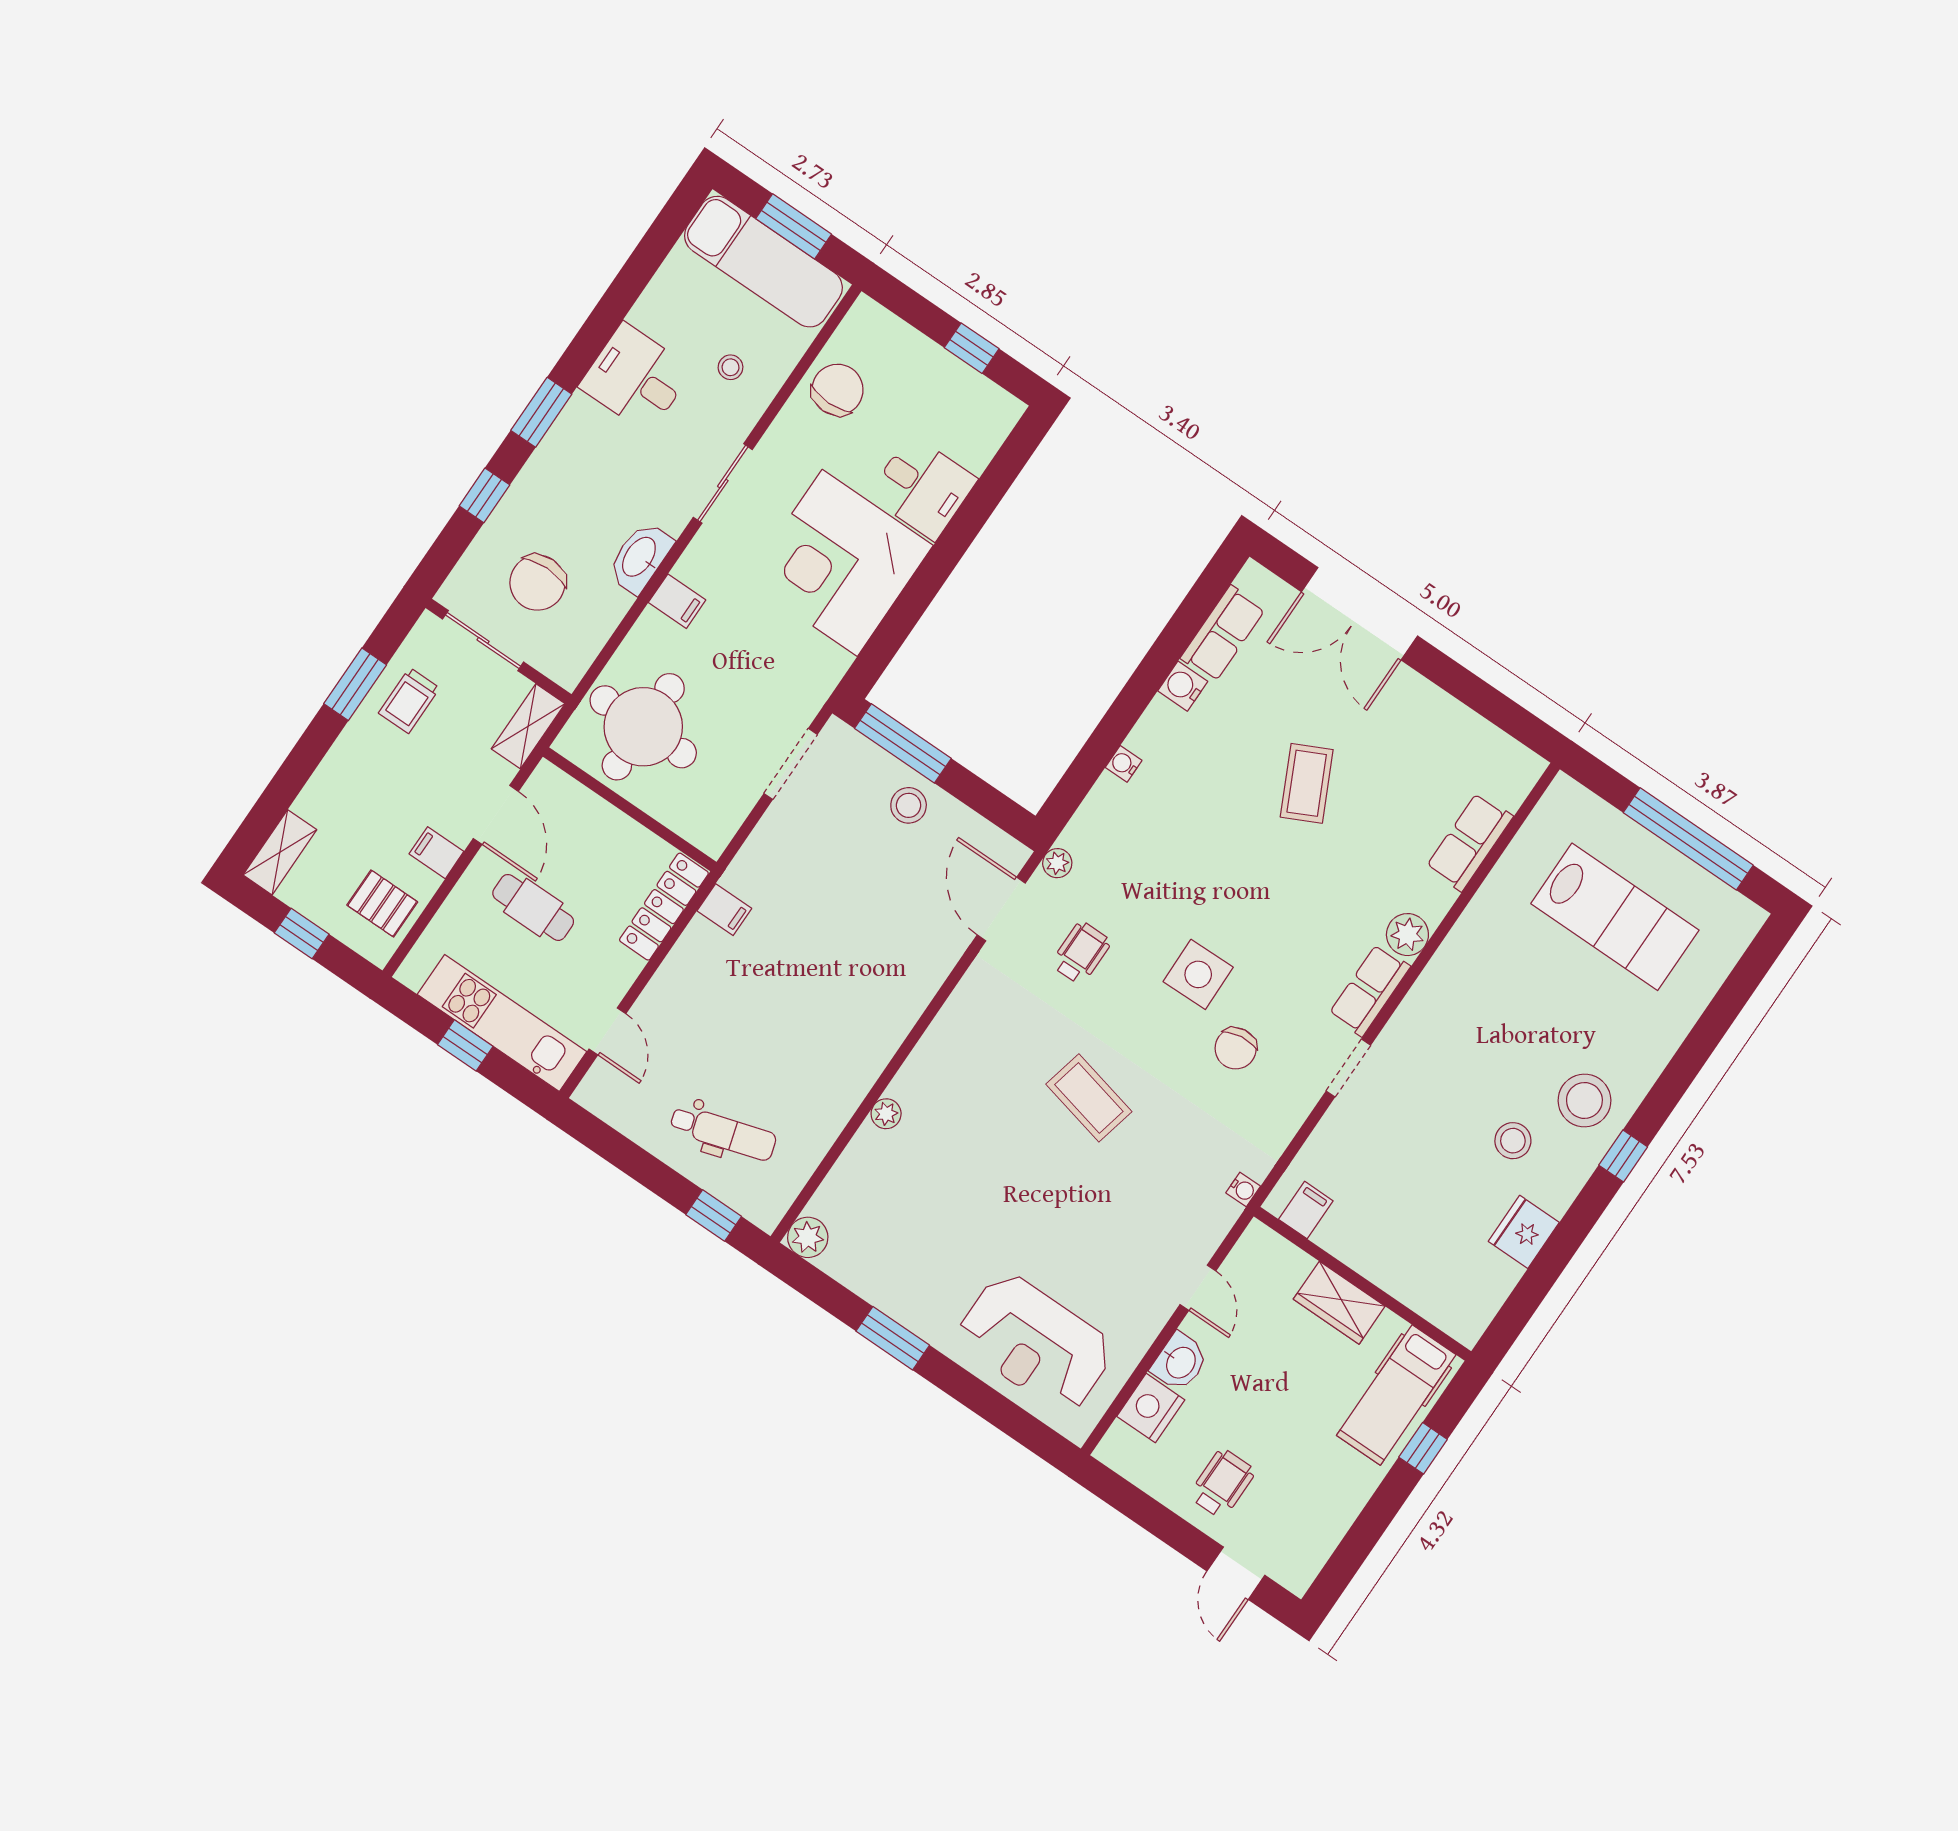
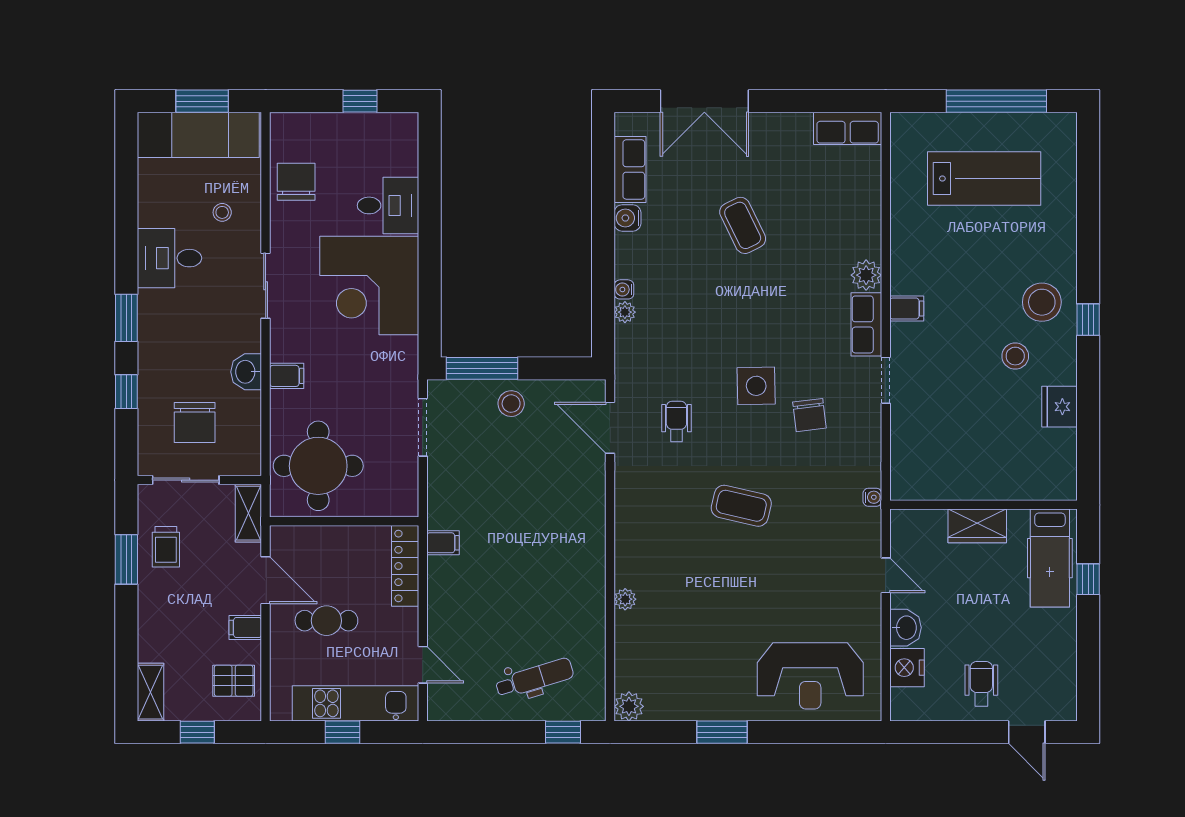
washbasin: (640, 557) -> (246, 372), width x0.72
row of seats: (1470, 842) -> (848, 128), moved, turned -90
plant: (1057, 863) -> (625, 312), moved
filing cabinet: (1306, 1210) -> (907, 308), moved, turned 90

